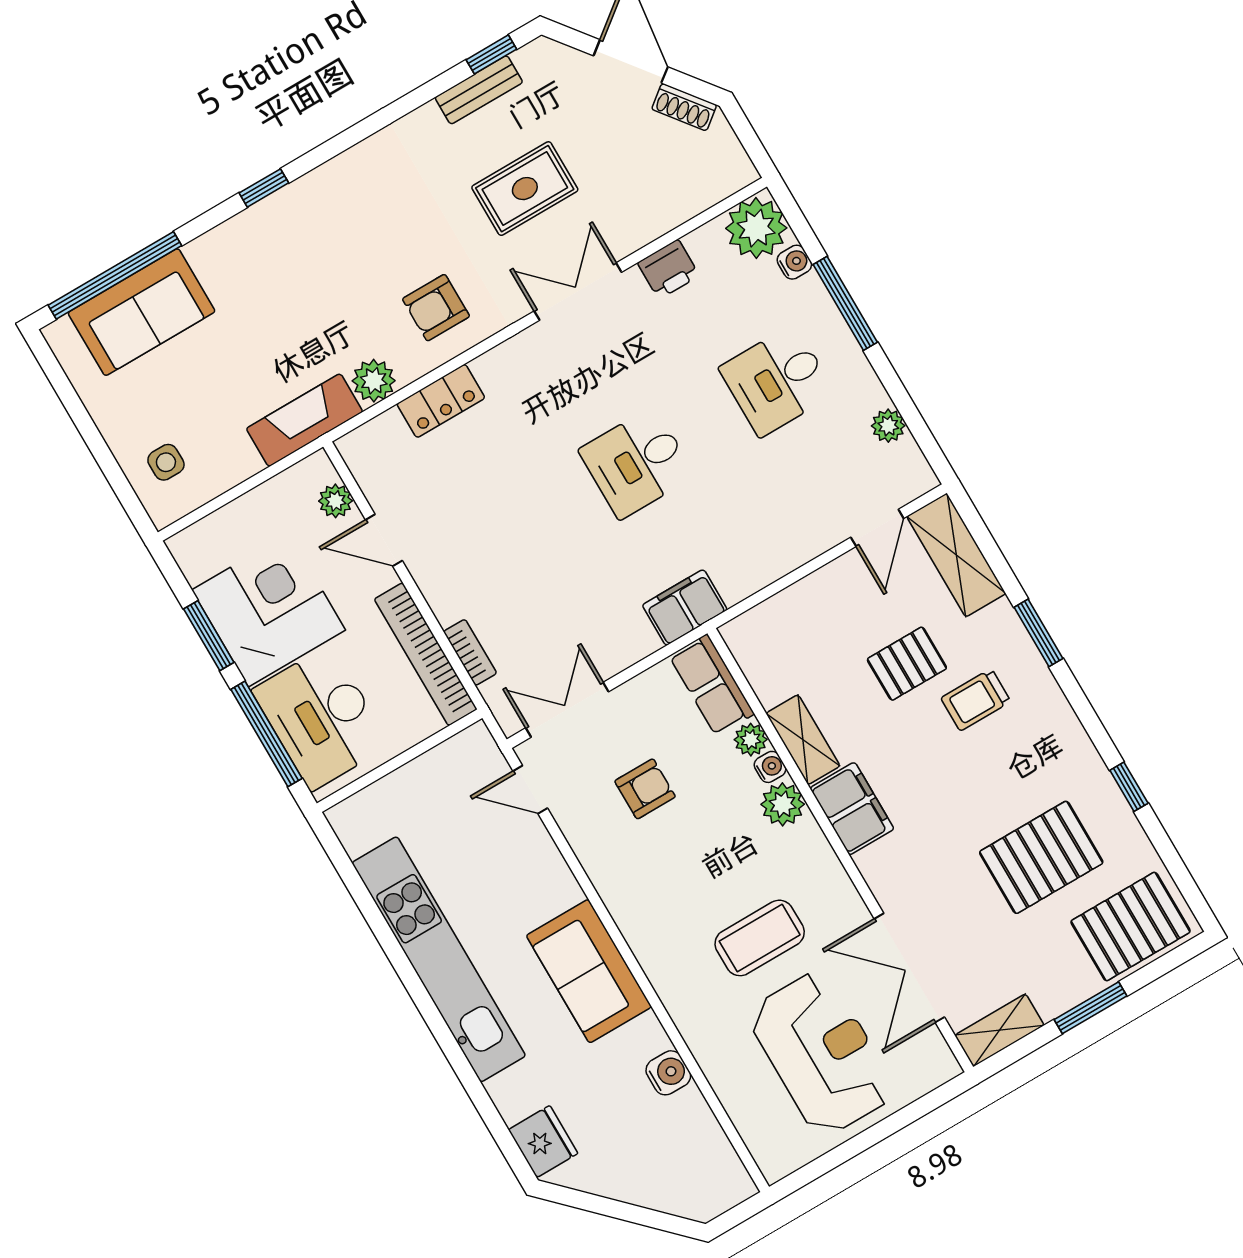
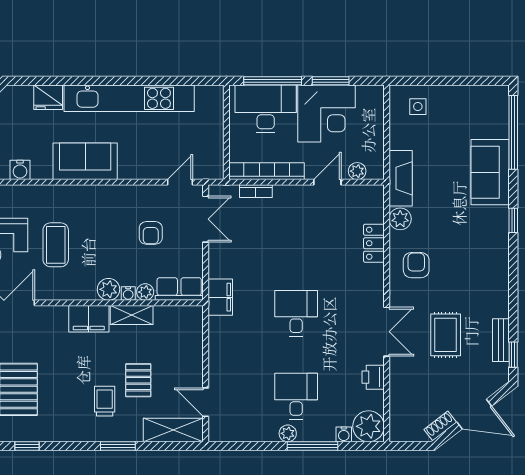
sofa: (142, 312) -> (490, 172), moved
plant: (888, 426) -> (288, 433), moved
fridge: (543, 1142) -> (48, 97), moved

